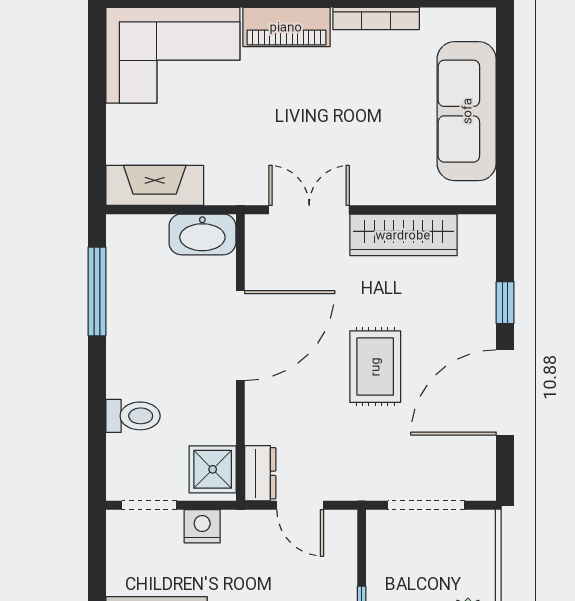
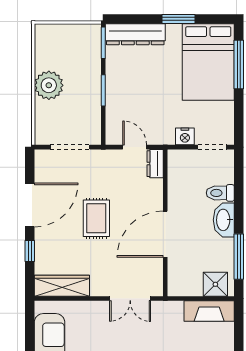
washbasin: (202, 234) -> (224, 220), moved, turned -90
wardrobe: (403, 235) -> (62, 286), moved
shower: (213, 469) -> (215, 284), moved

